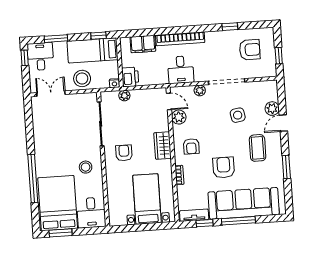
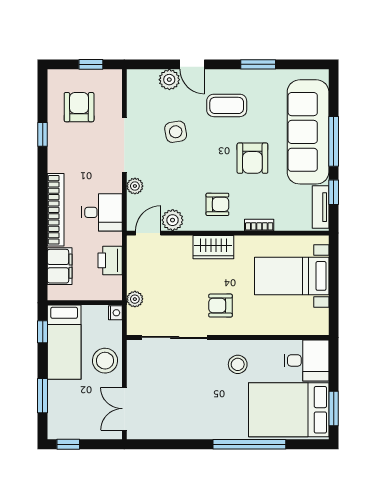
desk: (40, 56) -> (68, 421), removed
printer: (130, 77) -> (110, 260), moved, turned -90
armchair: (224, 168) -> (252, 158), turned -90

